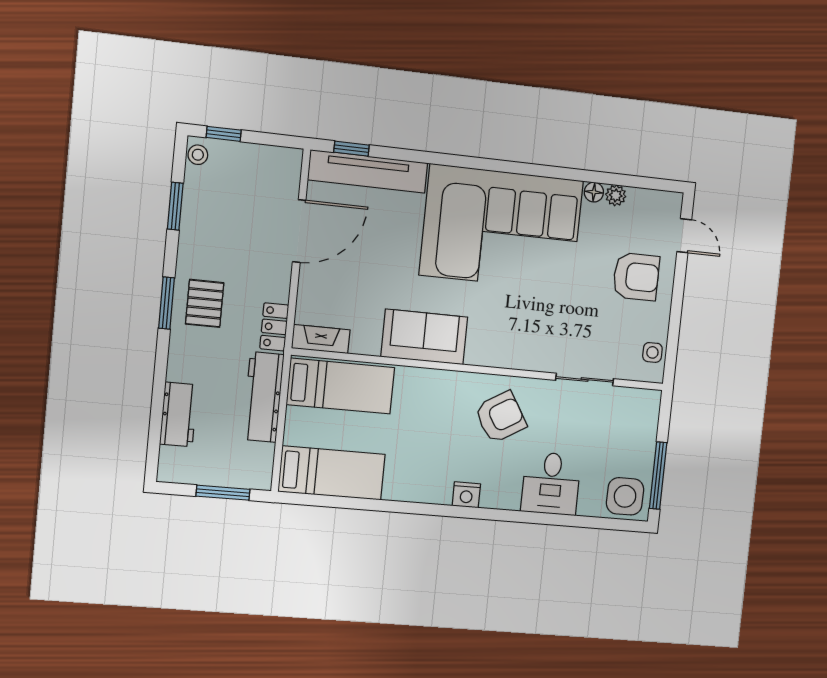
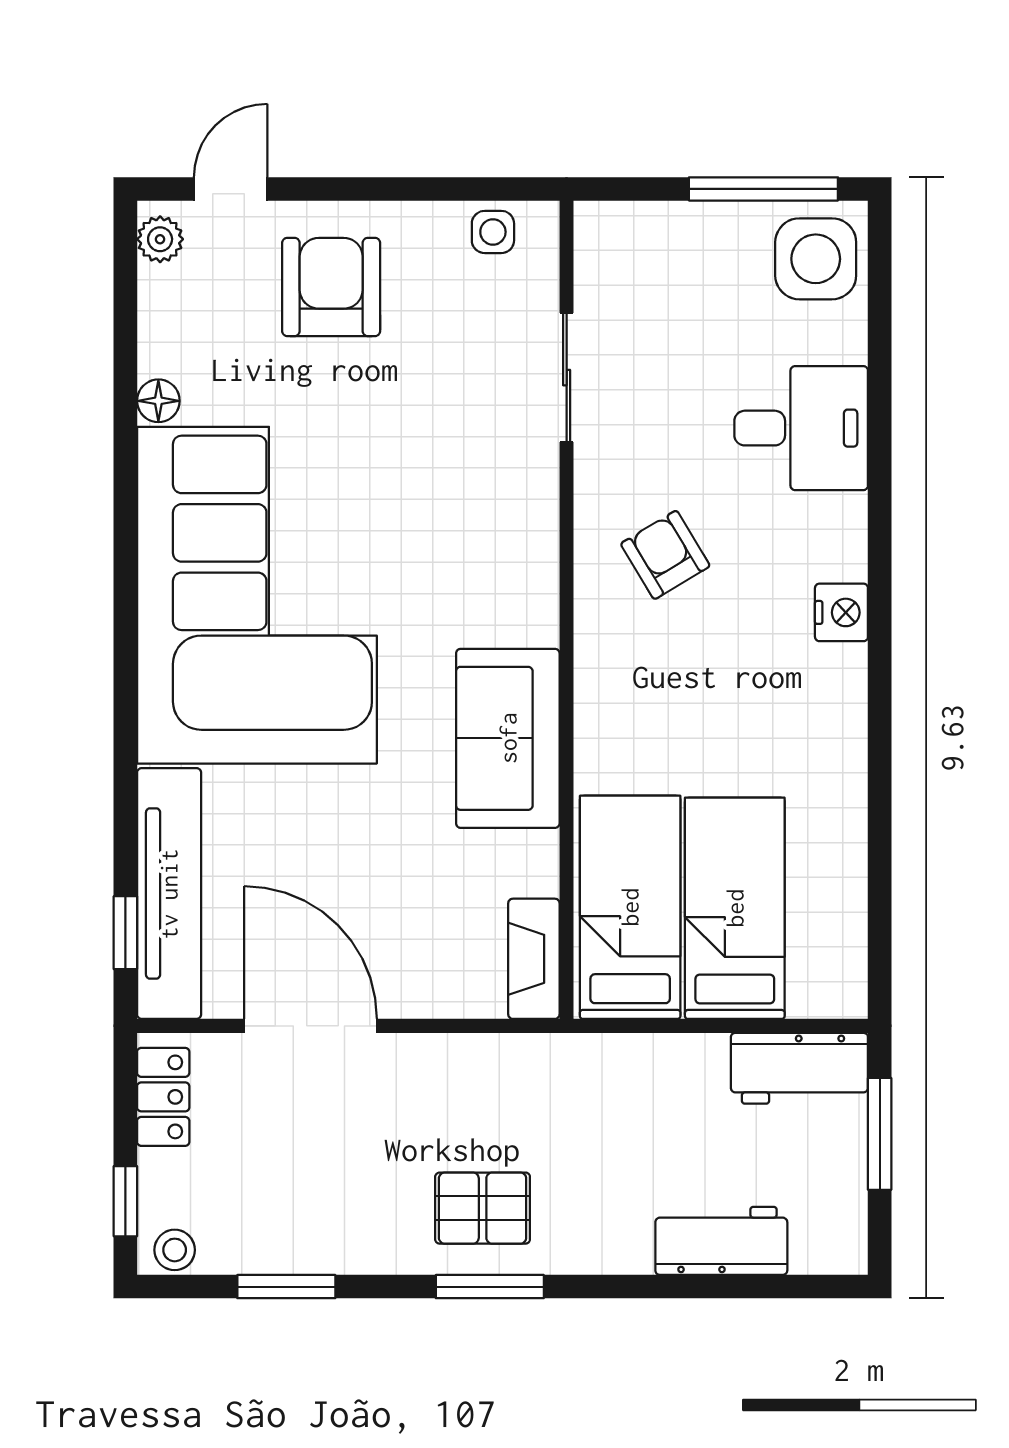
plant: (616, 195) -> (160, 239), moved
locker: (274, 327) -> (163, 1097), moved, turned -90
workbench: (263, 397) -> (799, 1068), moved, width x0.73
armchair: (501, 417) -> (665, 555), width x0.72, depth x0.72
bed: (332, 473) -> (735, 908), moved

